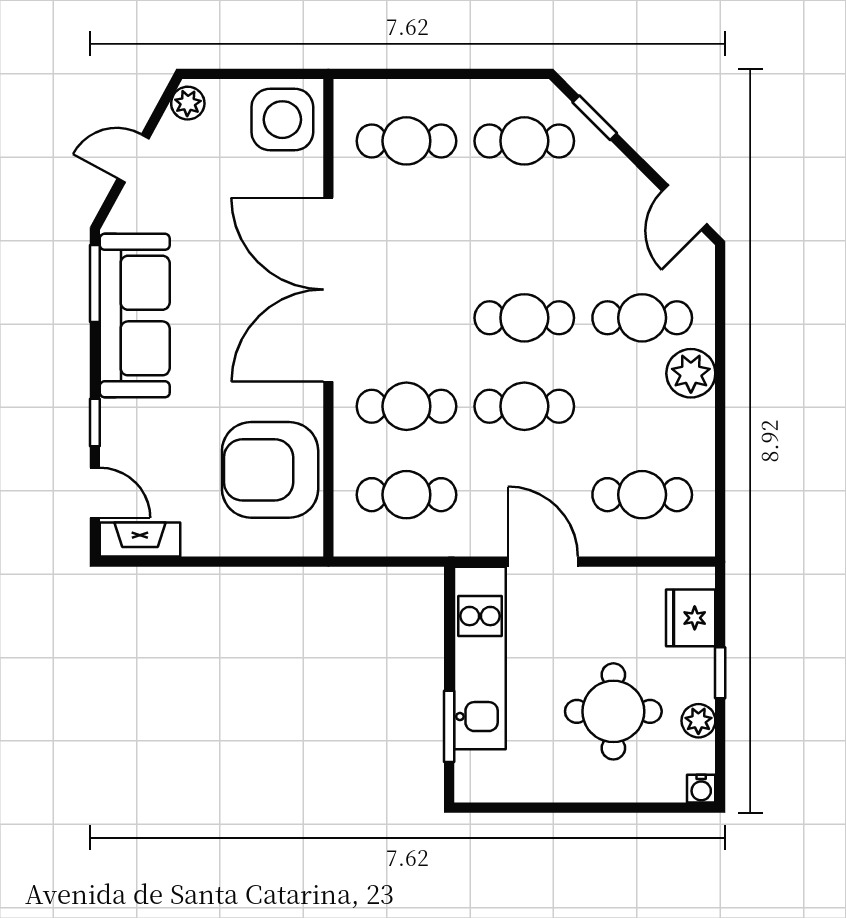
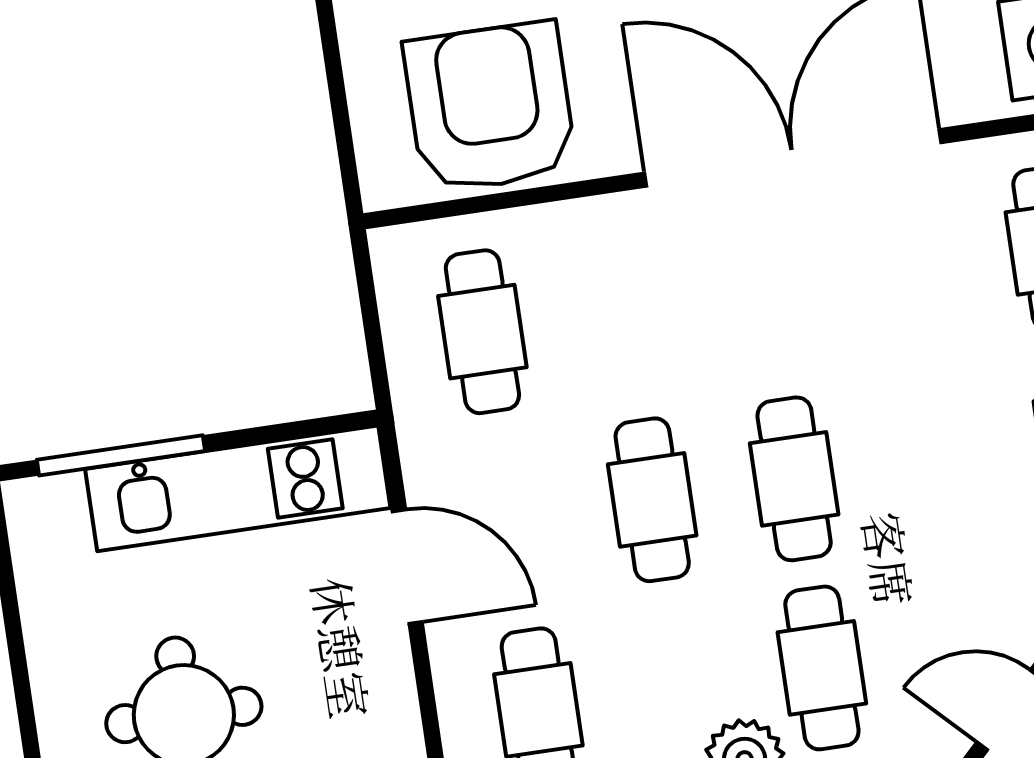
cafe table: (406, 406) -> (624, 311), removed
door: (543, 562) -> (407, 567), hinge flipped
window: (449, 726) -> (121, 455), width x1.44

